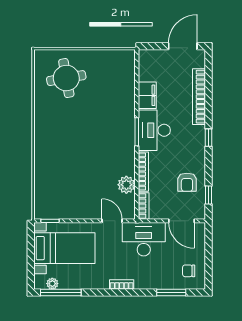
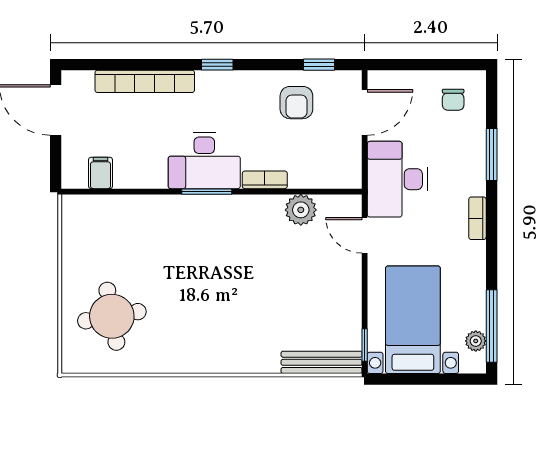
filing cabinet: (147, 95) -> (100, 173), moved, width x0.50
bookcase: (143, 172) -> (265, 180), width x0.64
armchair: (187, 182) -> (296, 103), turned 90
bench: (40, 196) -> (322, 362), added
bookcase: (144, 206) -> (338, 179), removed
door: (112, 221) -> (365, 235), hinge flipped
window: (171, 293) -> (492, 155), moved

